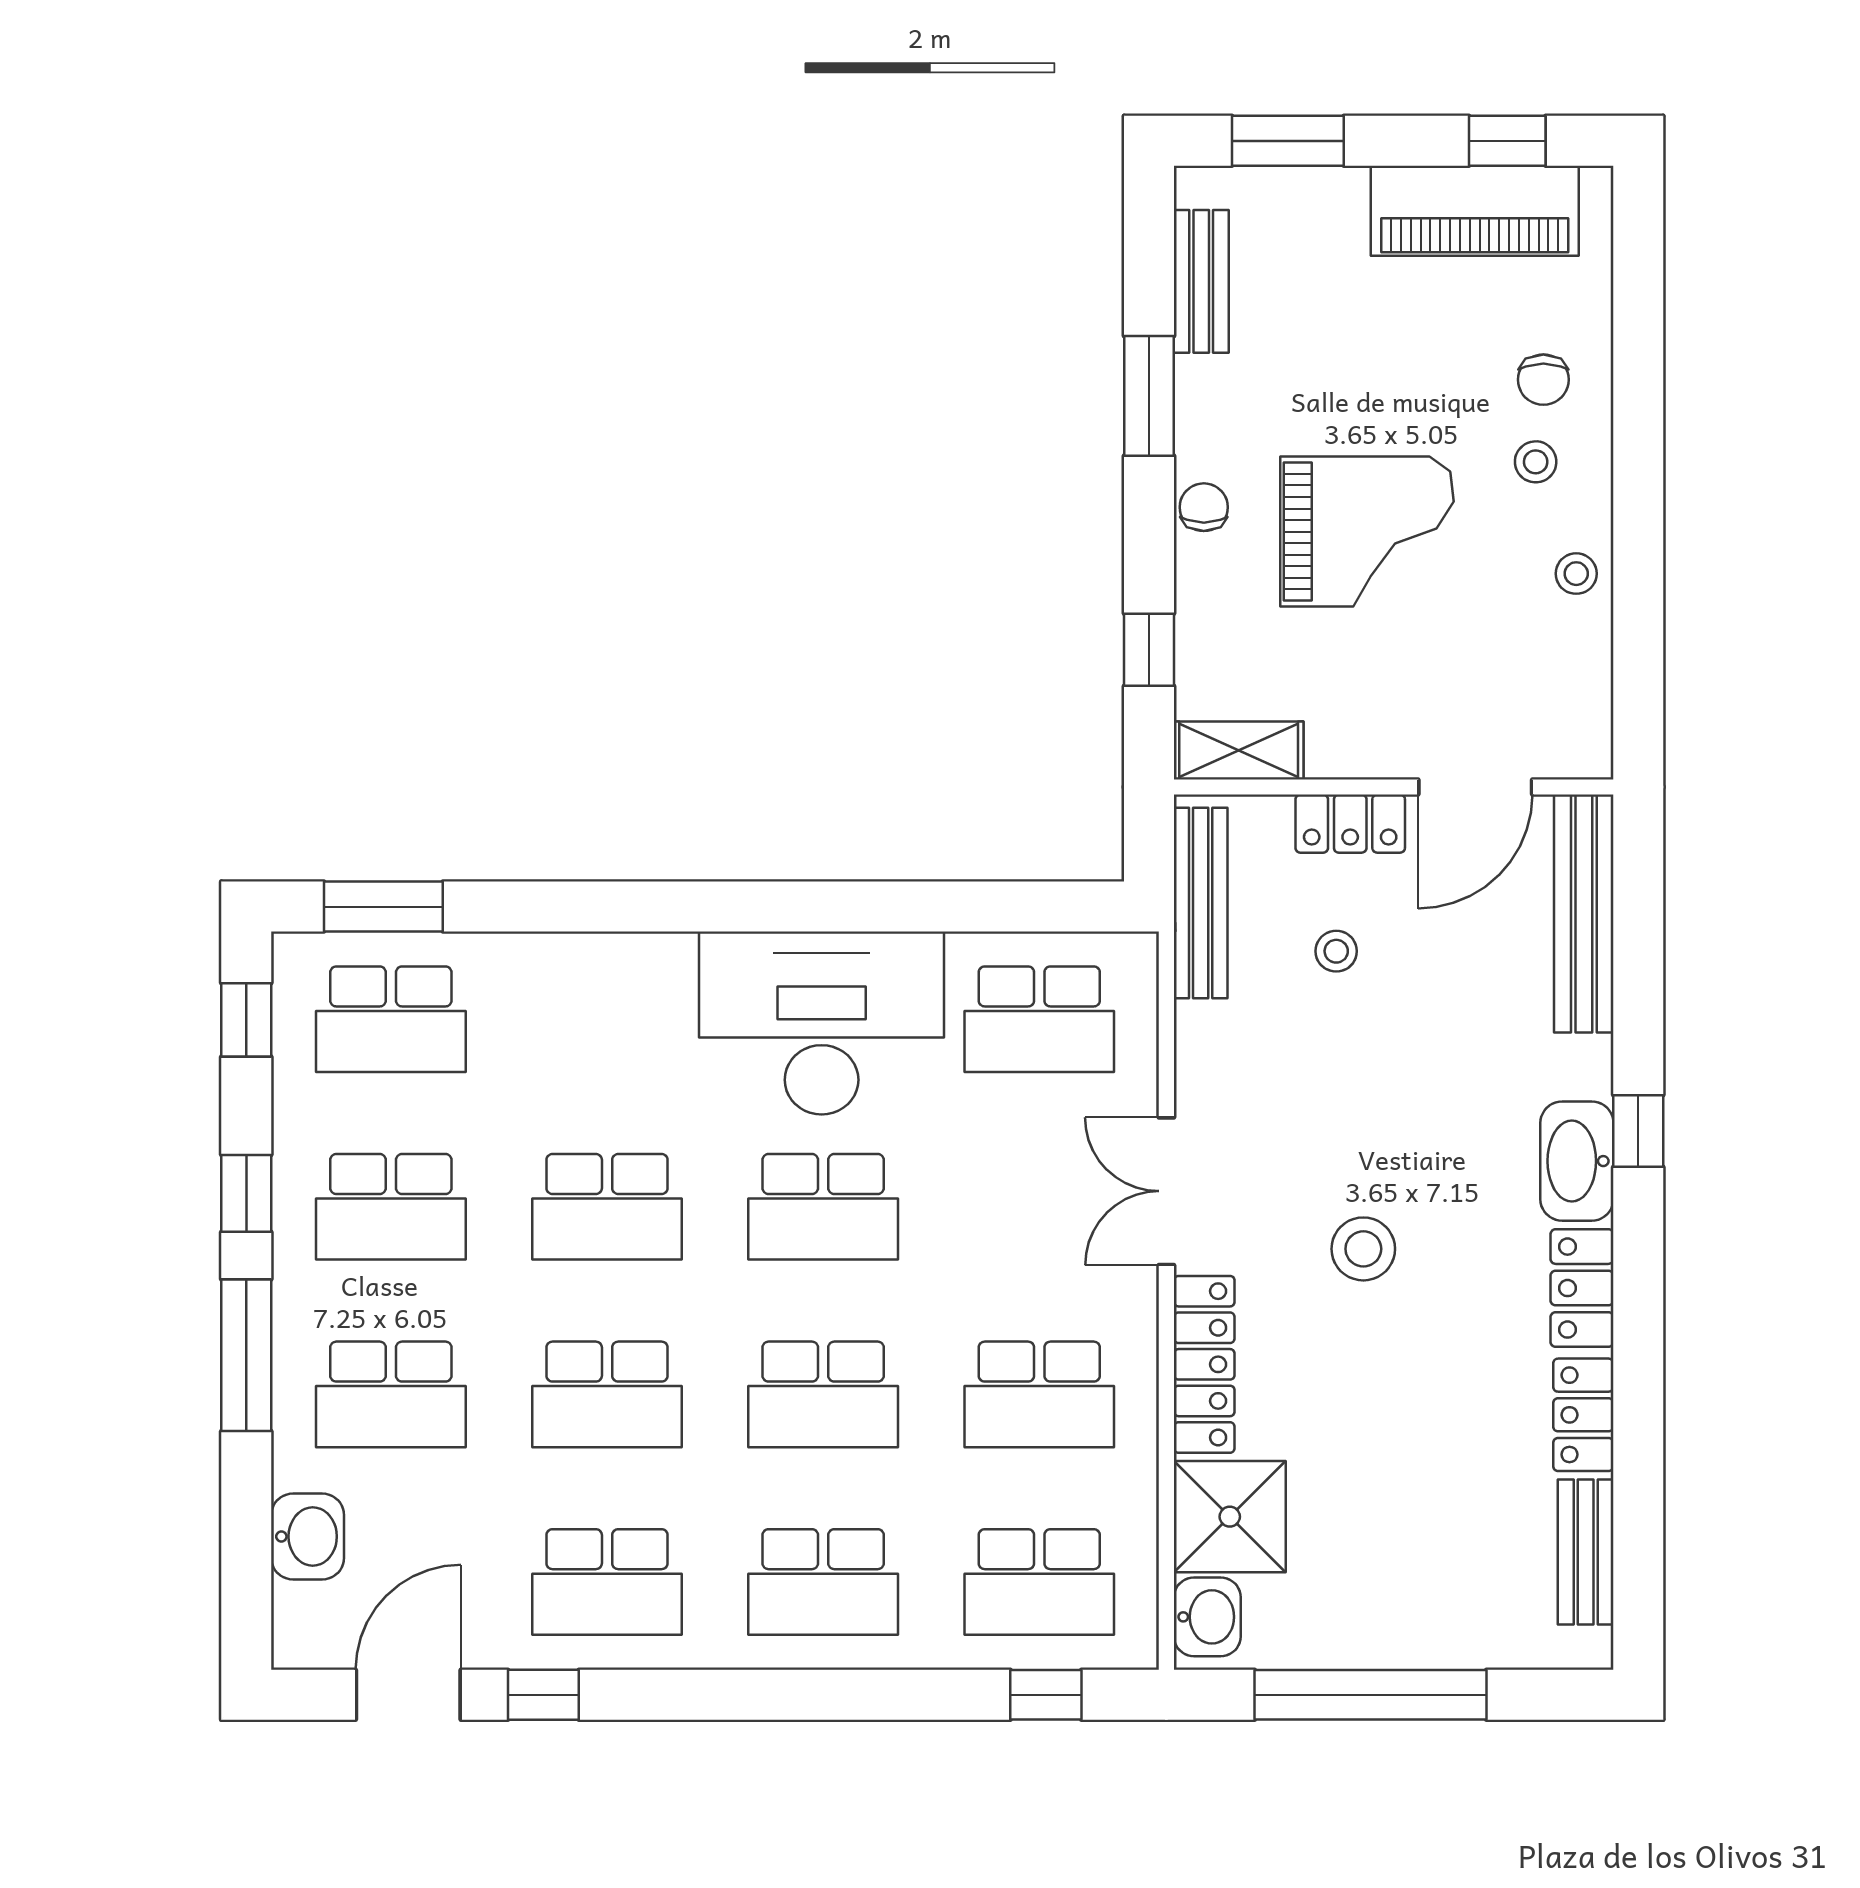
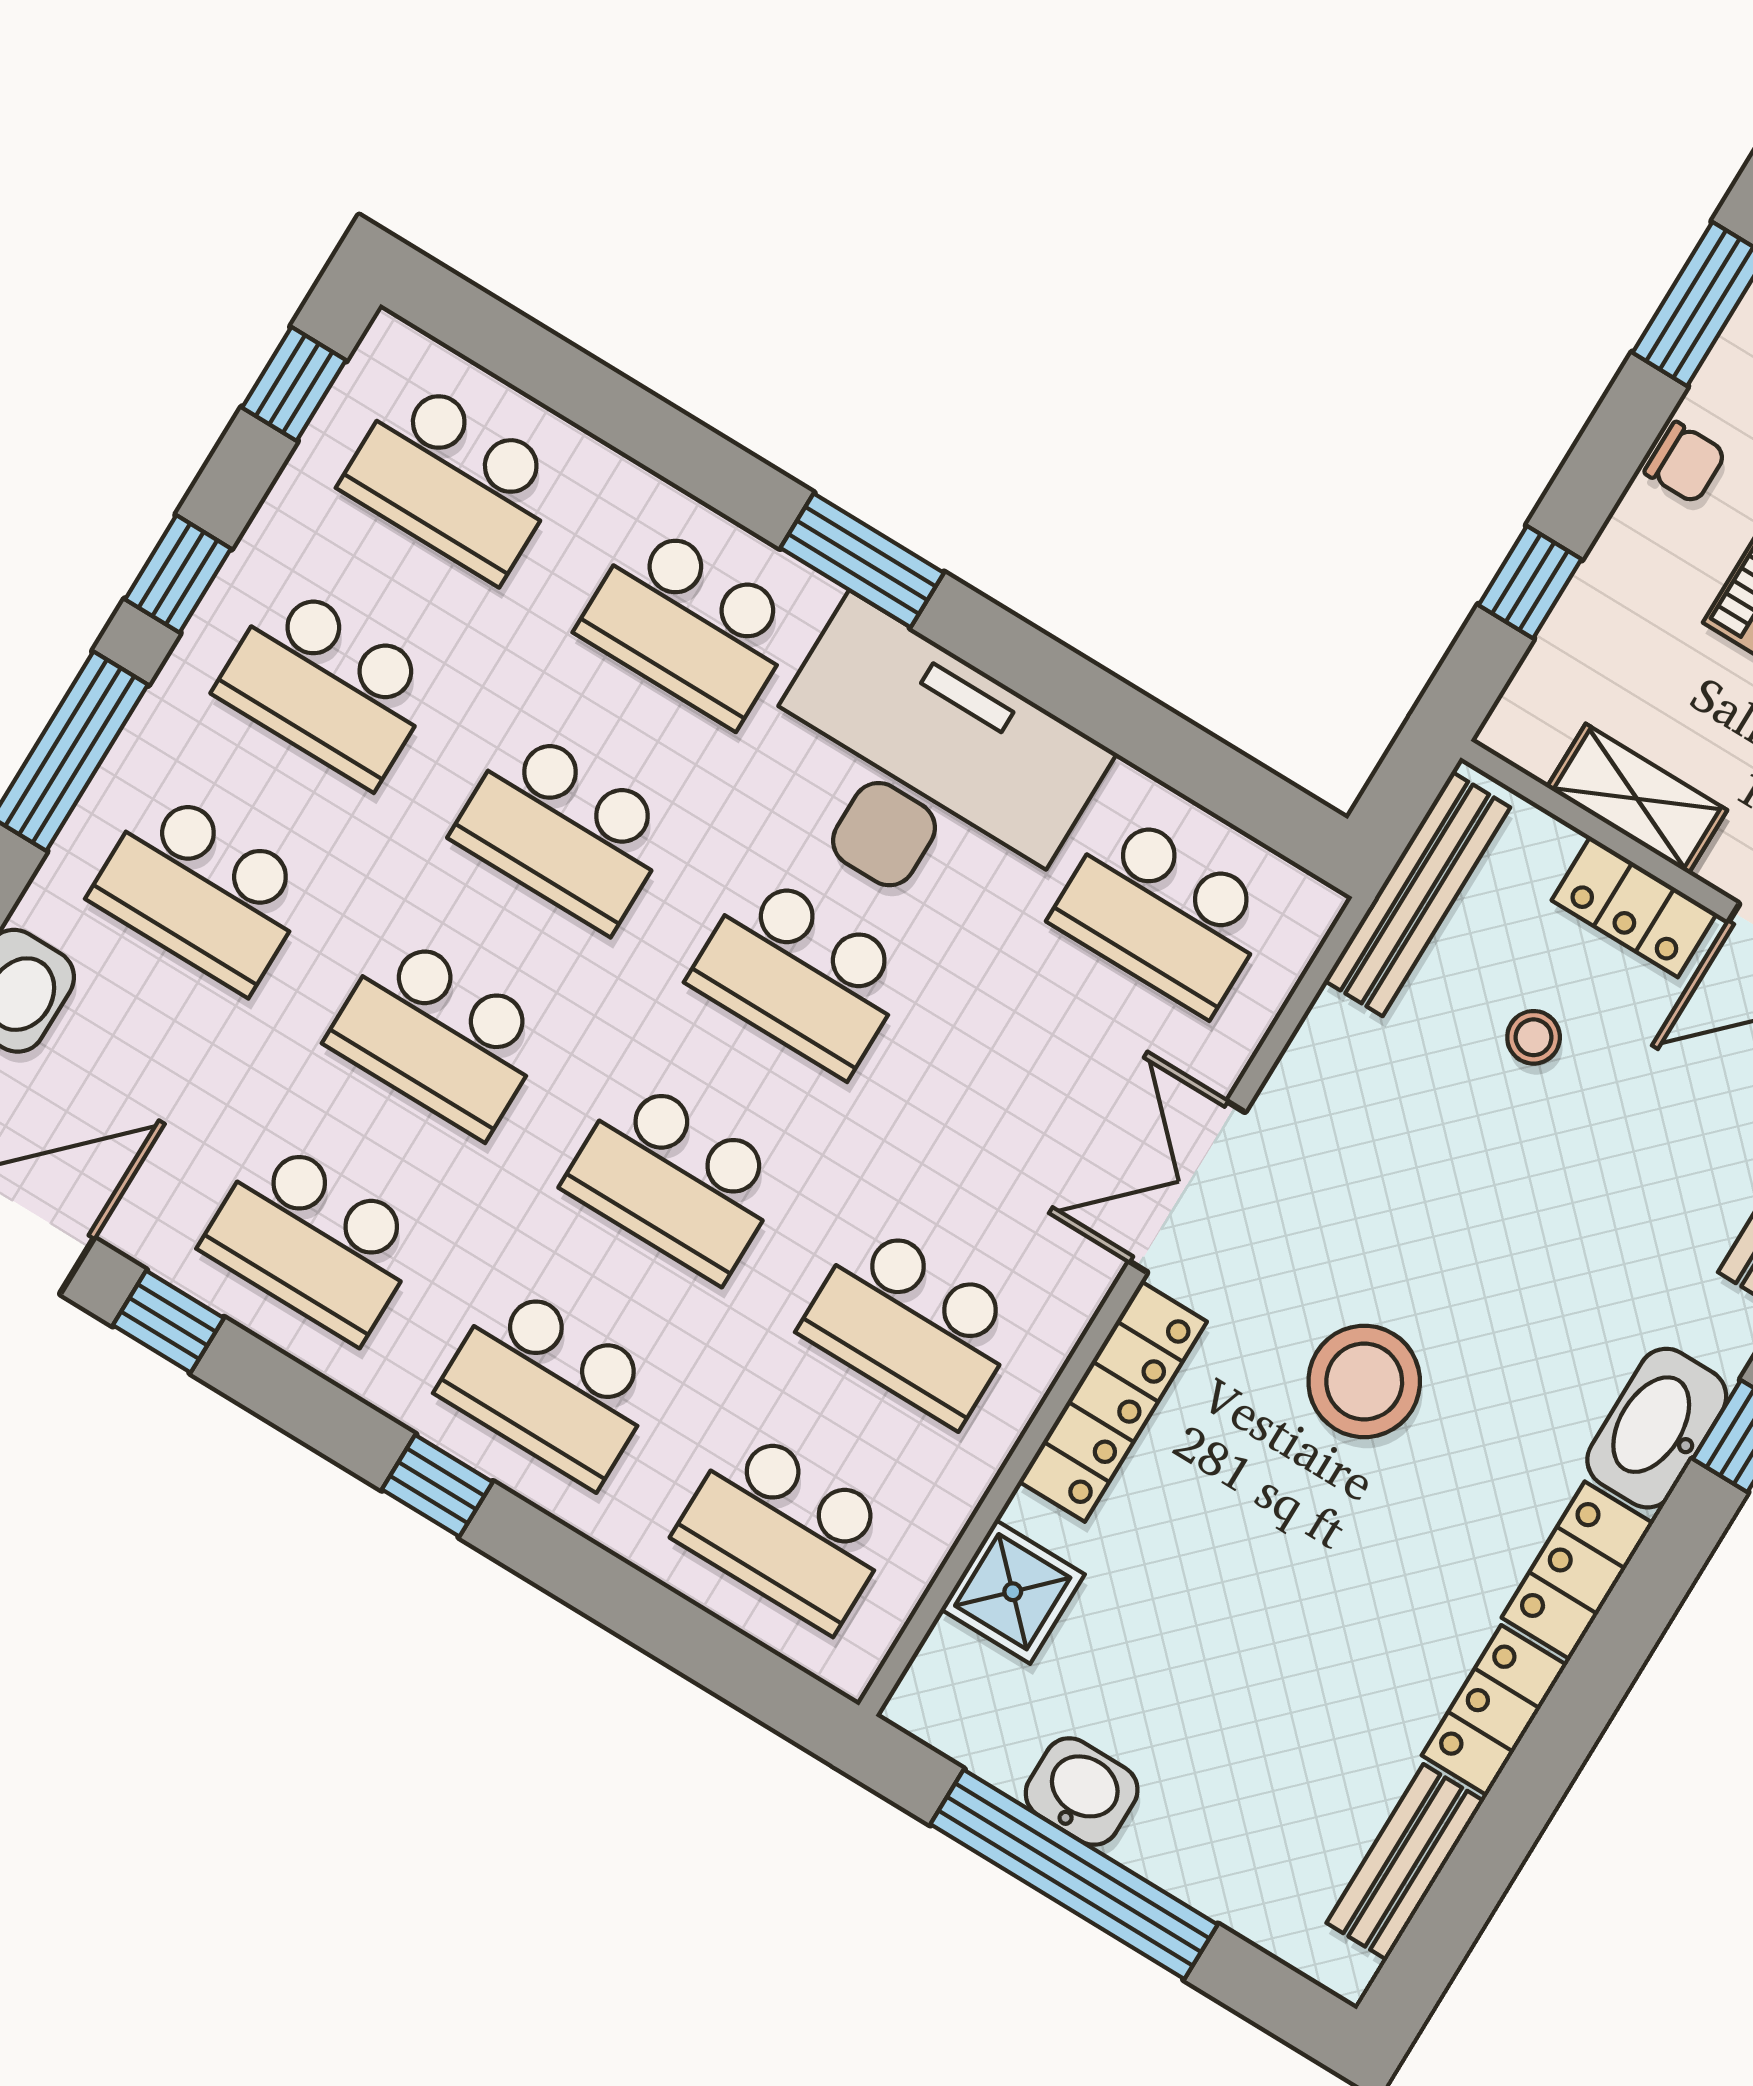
chair: (1204, 507) -> (1685, 463), turned 90
shelving: (1239, 750) -> (1637, 799), moved
window: (383, 907) -> (862, 560), moved
school desk: (607, 1019) -> (689, 624), added
stool: (1363, 1249) -> (1364, 1381), width x1.38, depth x1.38
shower: (1230, 1517) -> (1013, 1592), width x0.73, depth x0.73
washbasin: (1207, 1617) -> (1082, 1792), moved, turned -90
window: (1046, 1695) -> (437, 1486), moved

